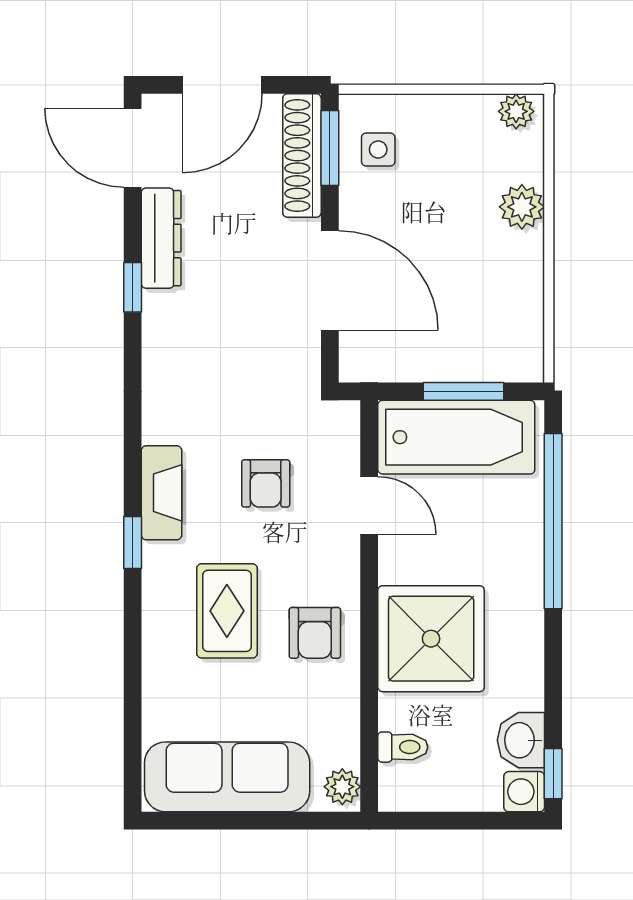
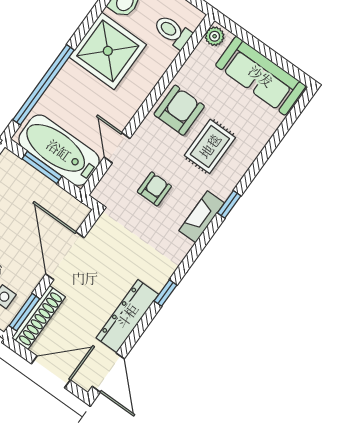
dresser: (161, 238) -> (127, 316), width x1.37, depth x1.24
window: (133, 287) -> (165, 293), moved
armchair: (315, 633) -> (179, 110), width x1.38, depth x1.38
shower: (431, 639) -> (108, 51), moved
toilet: (403, 747) -> (173, 32), width x1.37, depth x1.39

